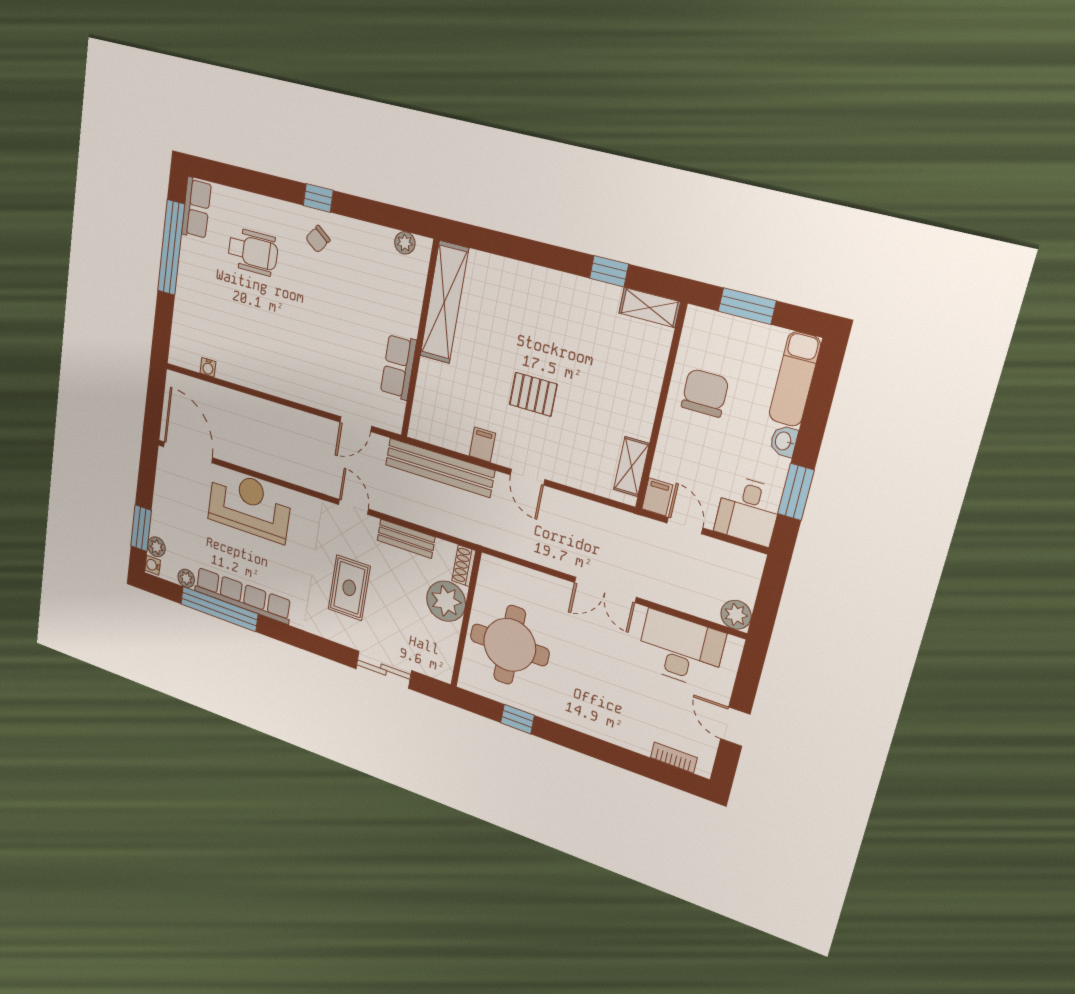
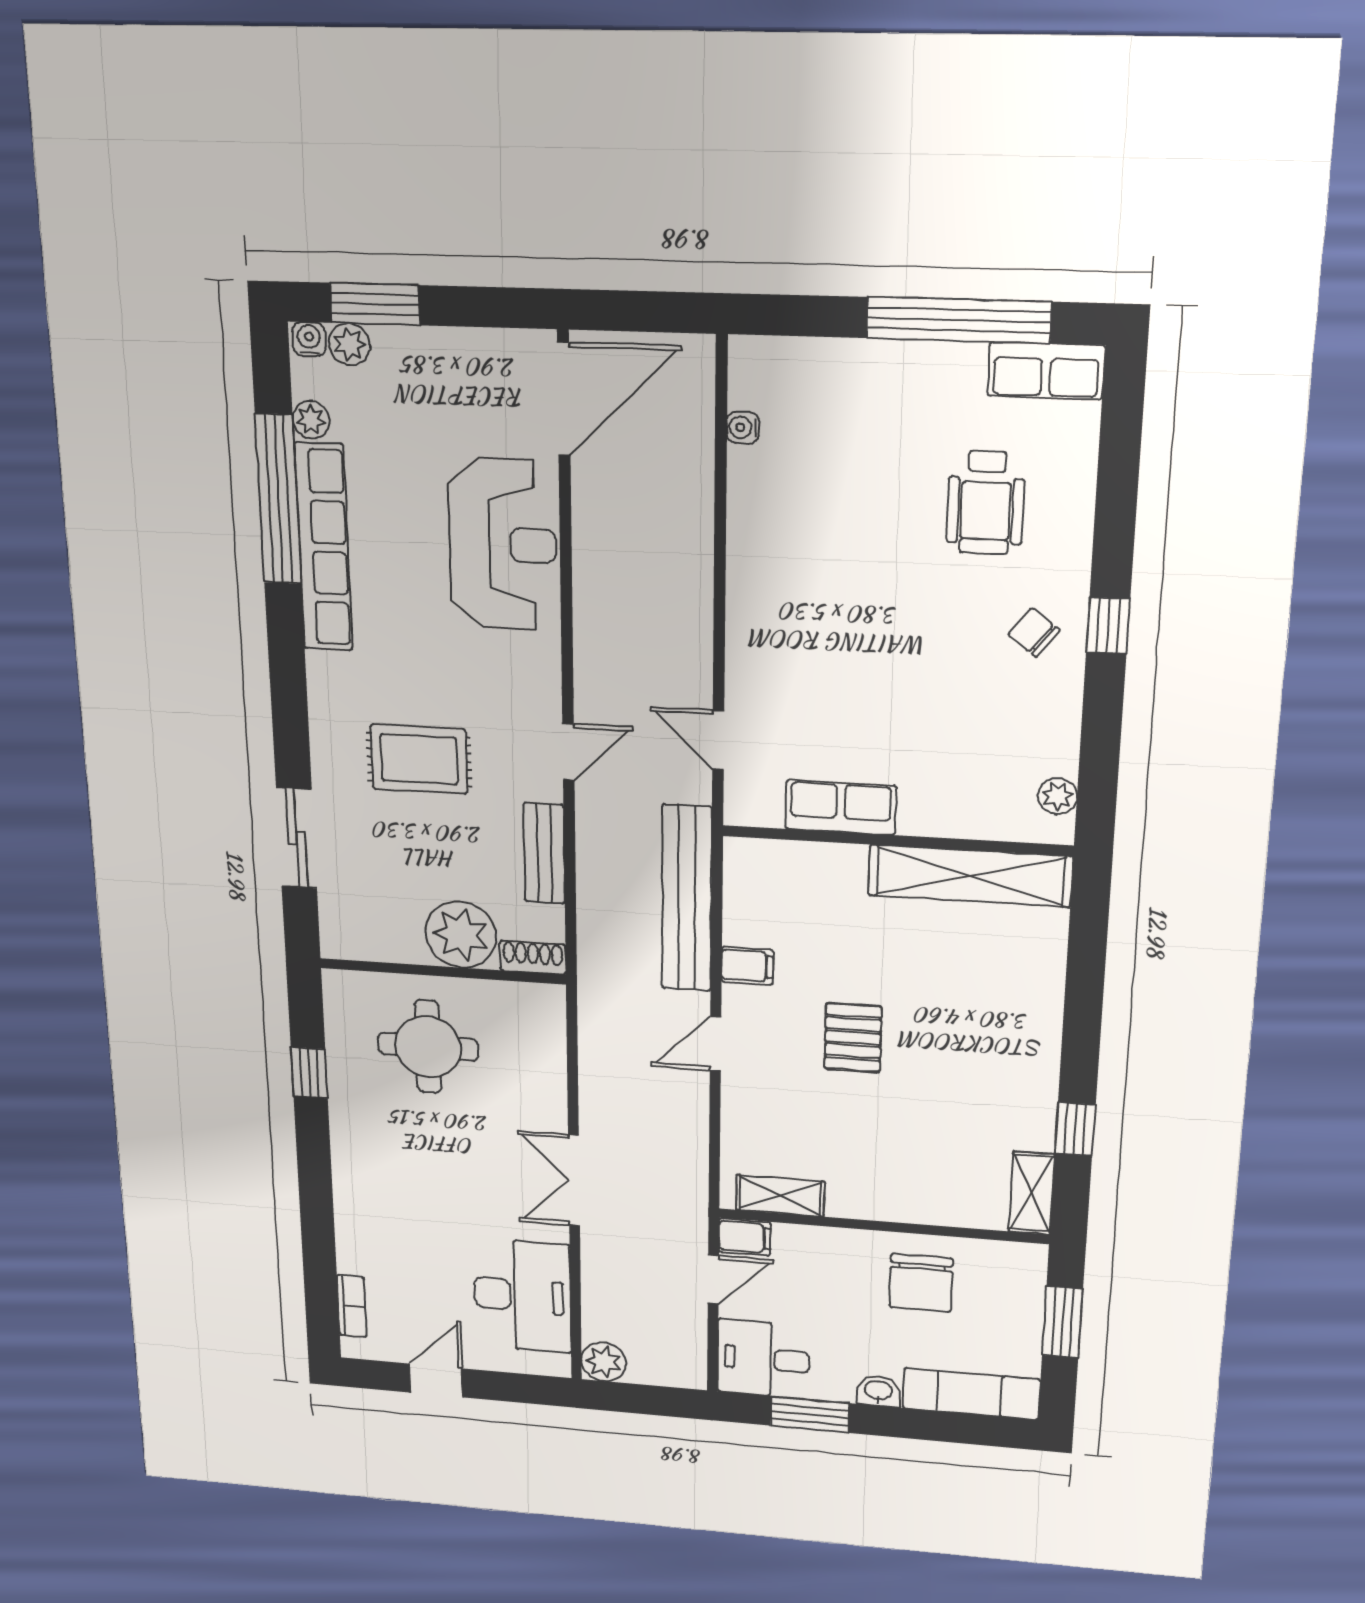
chair: (705, 393) -> (921, 1283), turned 90
round table: (510, 645) -> (428, 1047), width x0.73, depth x0.73

